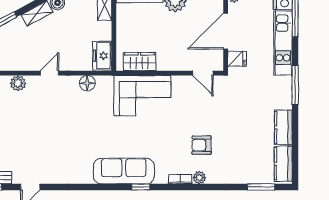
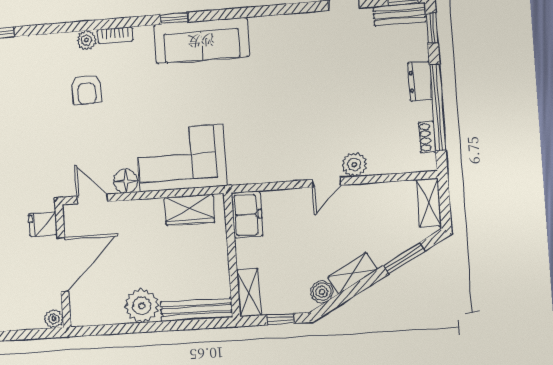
plant: (18, 83) -> (354, 165), moved
floor lamp: (87, 83) -> (126, 181), moved
armchair: (202, 145) -> (87, 90), turned 90

